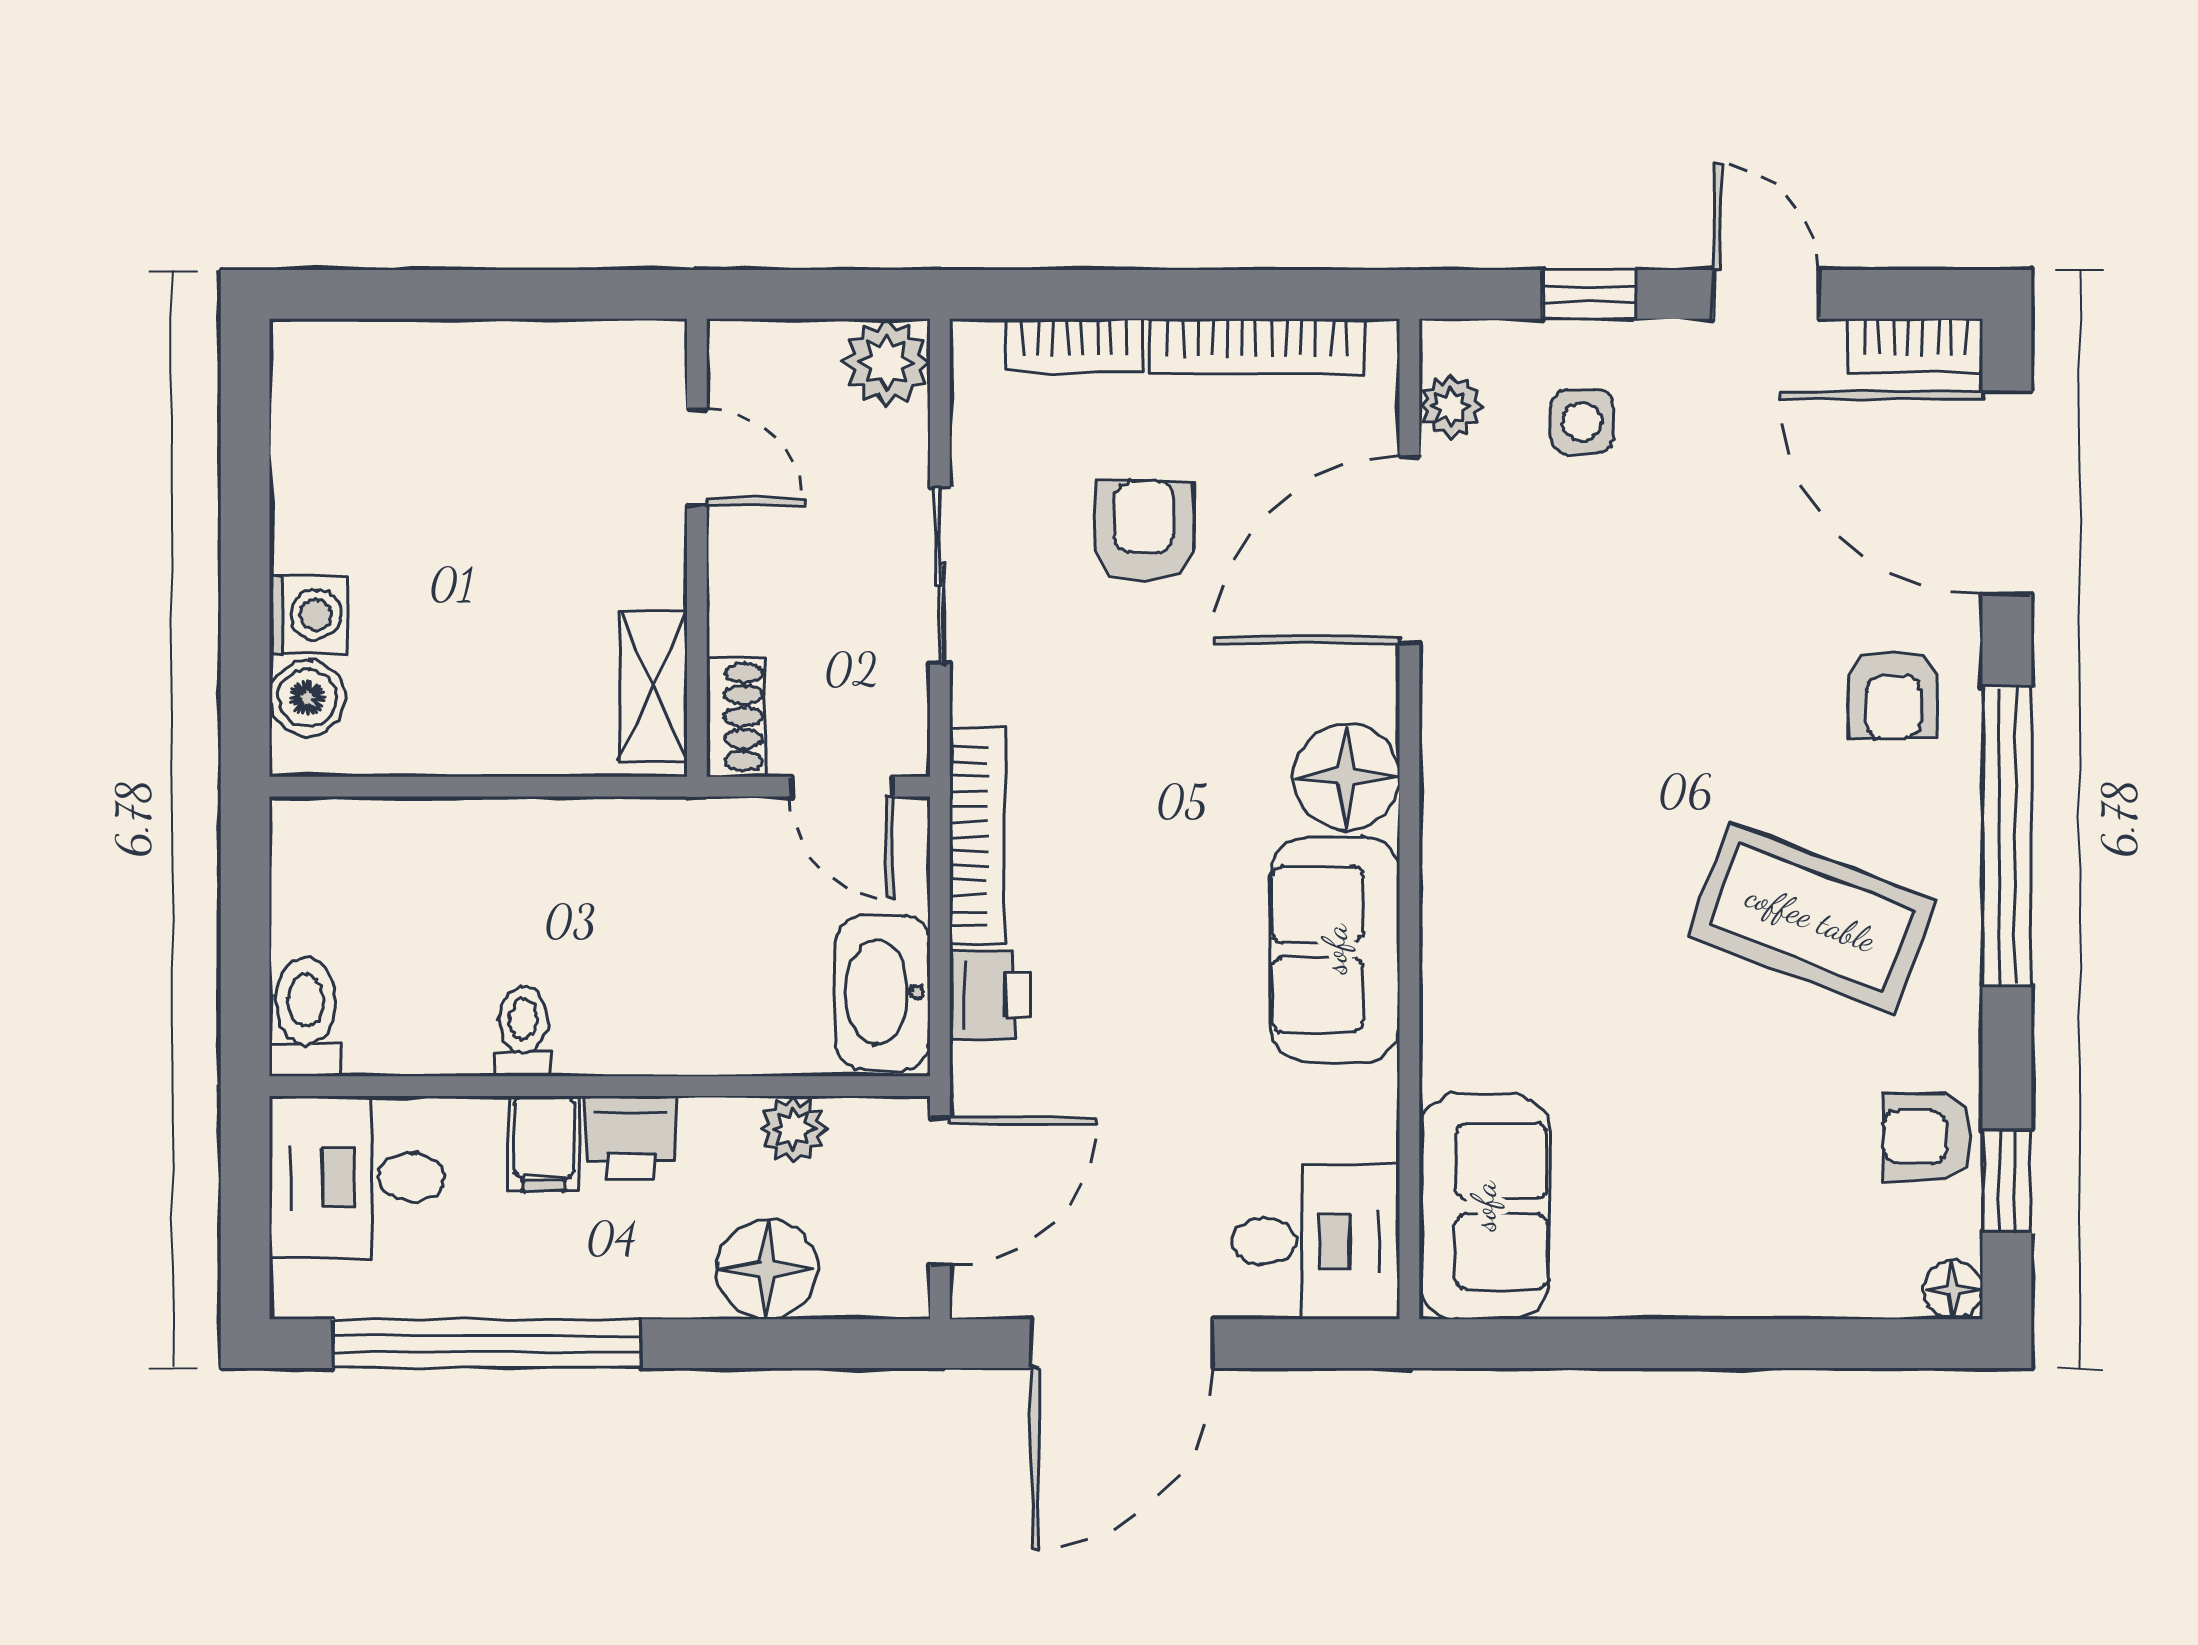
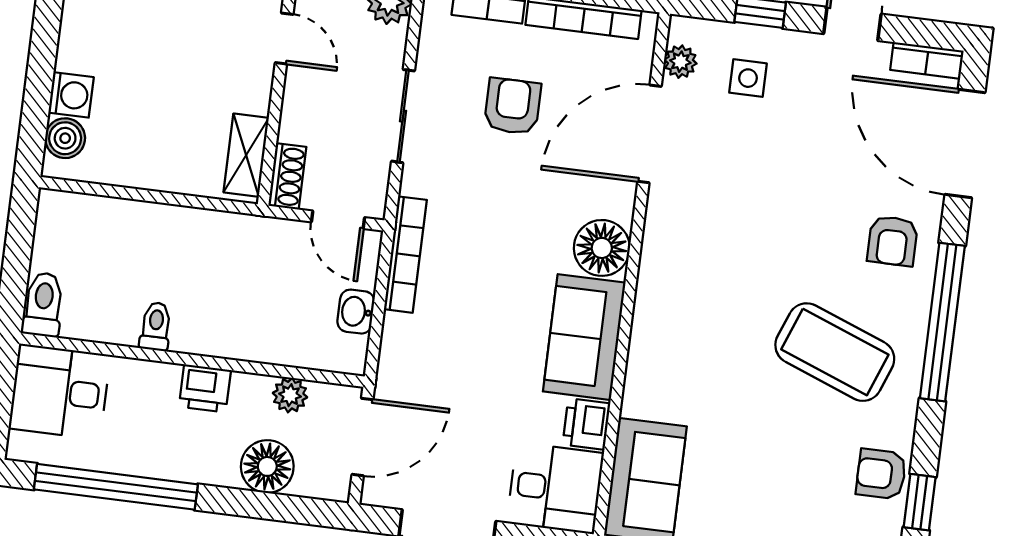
washbasin: (883, 993) -> (356, 312), width x0.52, depth x0.69
printer: (990, 995) -> (586, 424), moved, turned 180
filing cabinet: (544, 1143) -> (159, 386), removed

